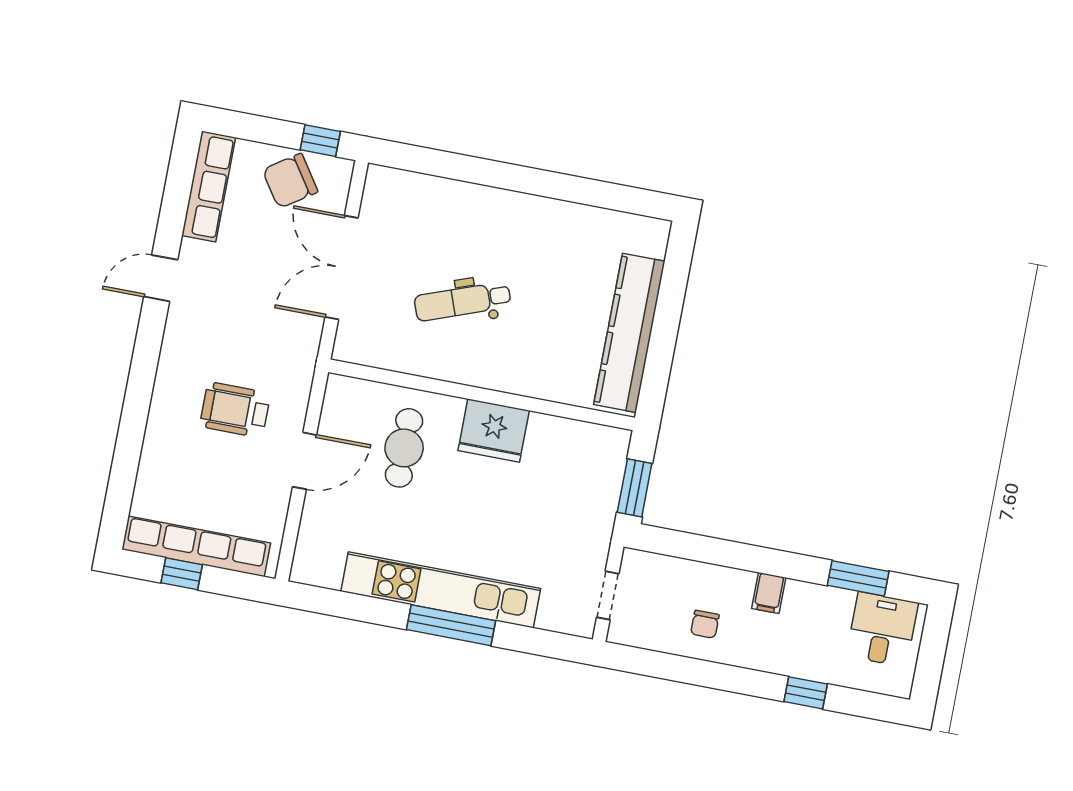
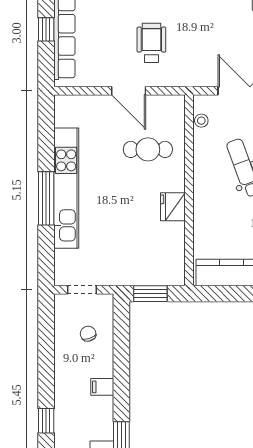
stool: (374, 354) -> (201, 121), added
fridge: (494, 430) -> (173, 207), width x0.73, depth x0.75
chair: (705, 624) -> (88, 334), moved, turned 72

